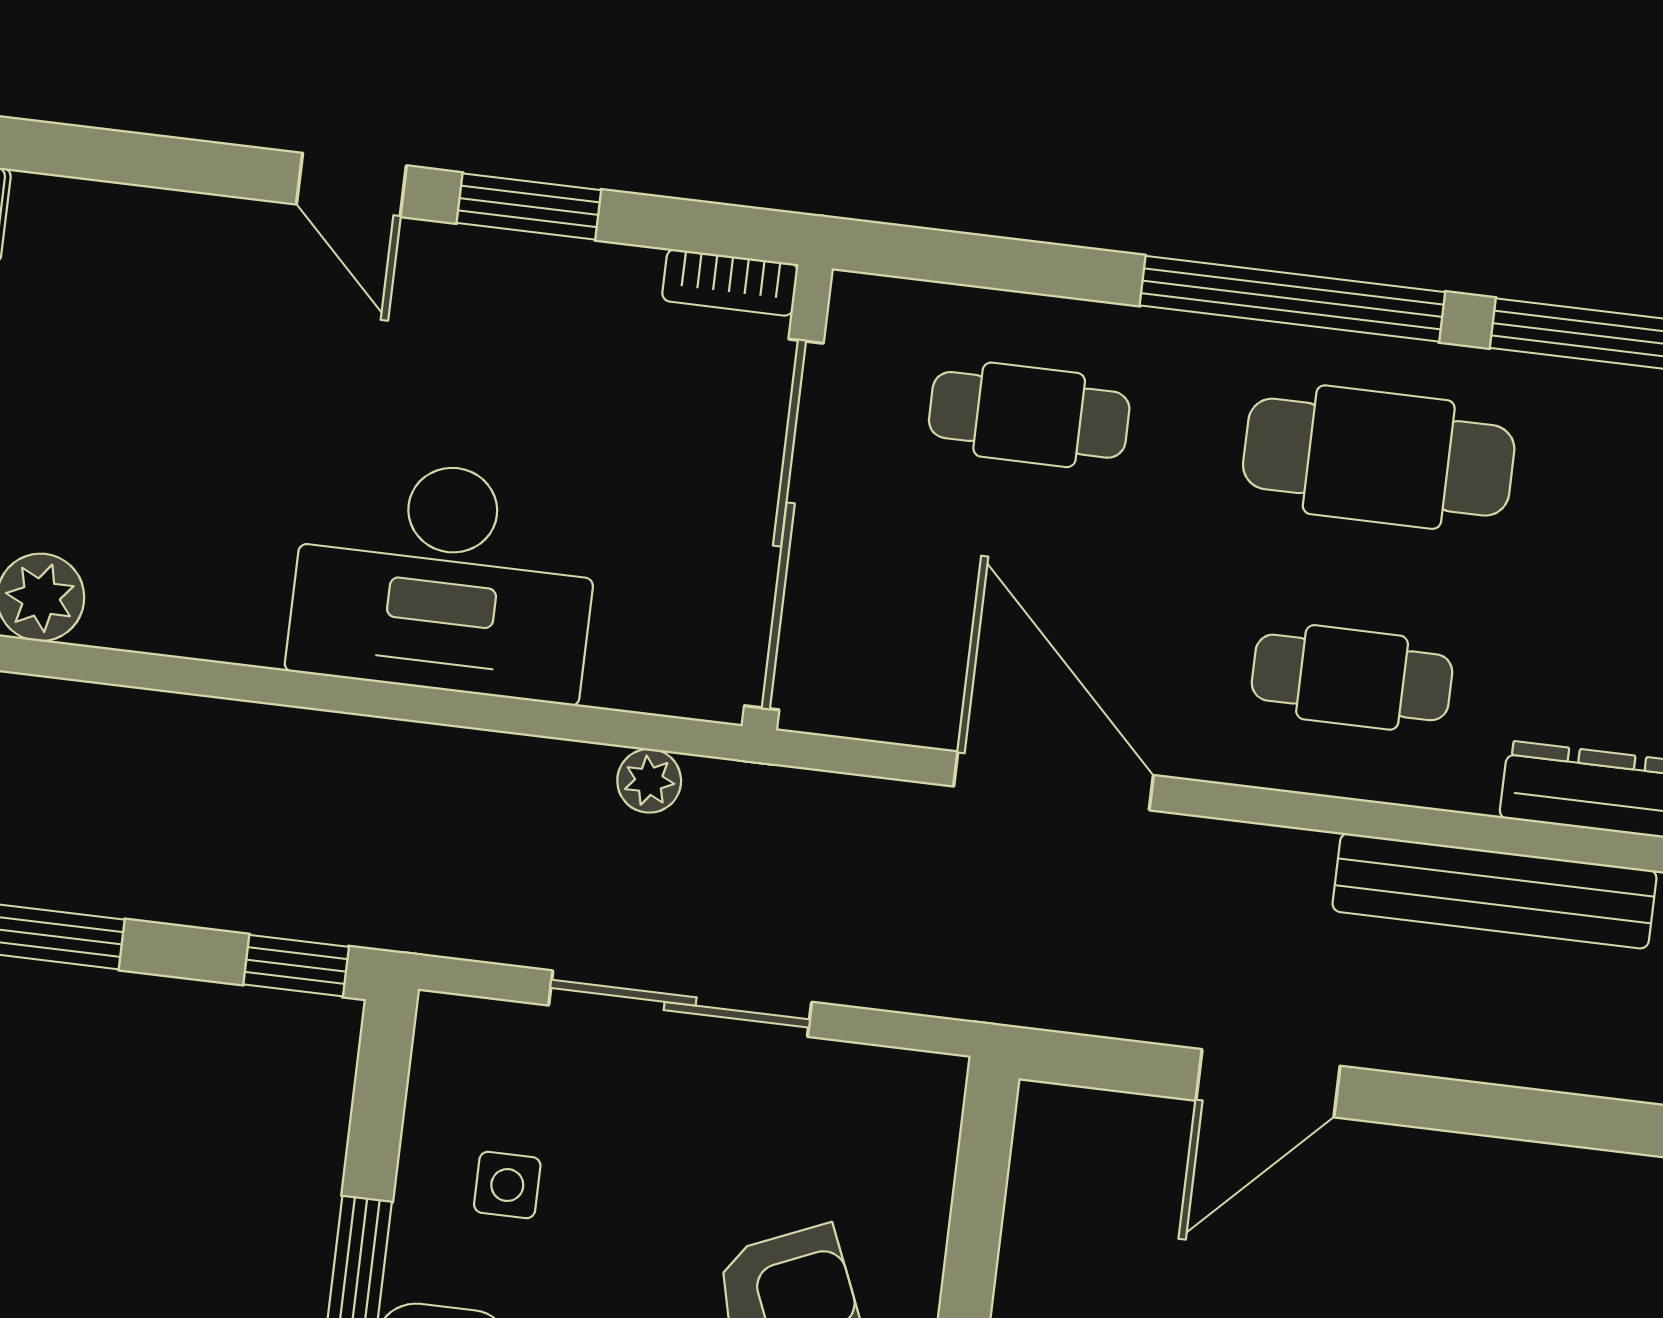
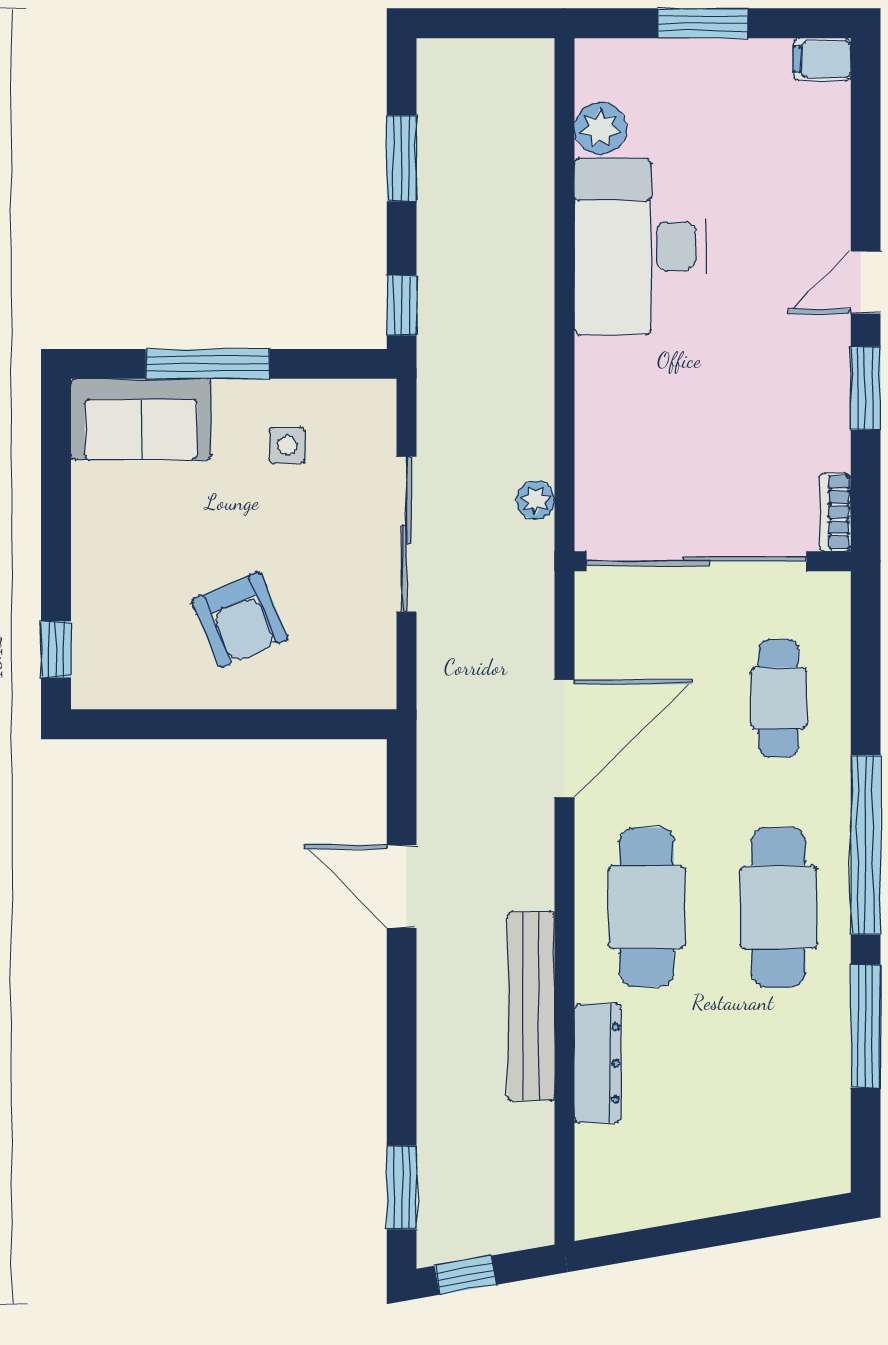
desk: (444, 578) -> (640, 246), moved
cafe table: (1352, 677) -> (647, 907), width x1.37, depth x1.35

